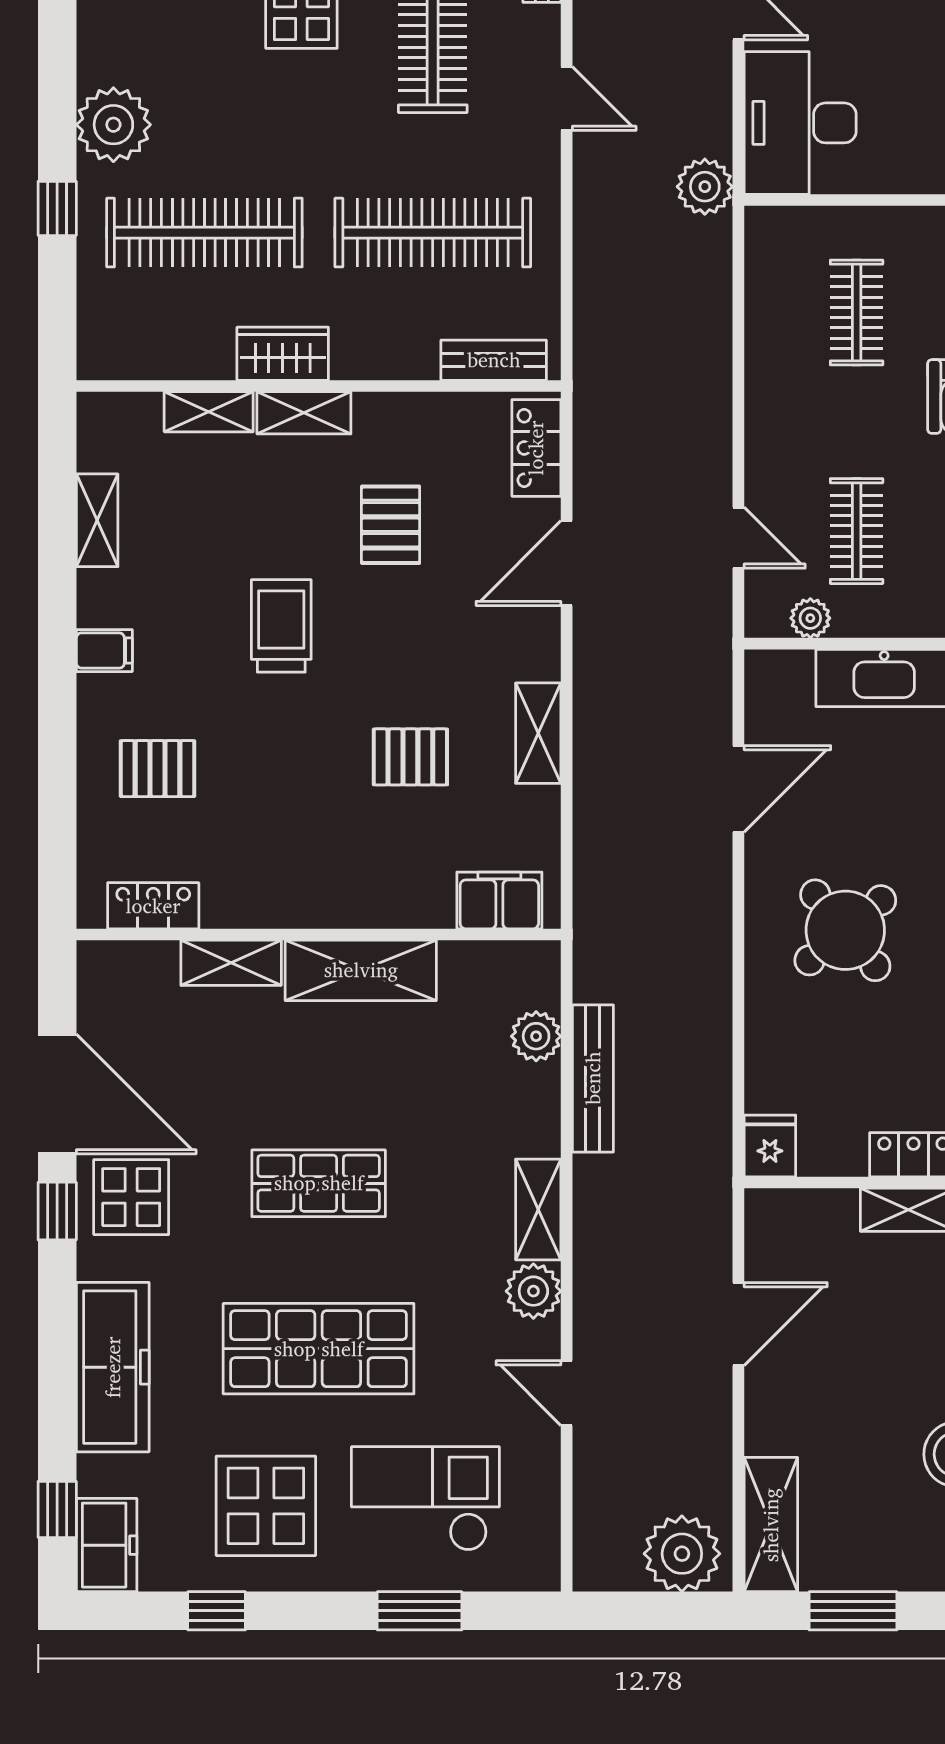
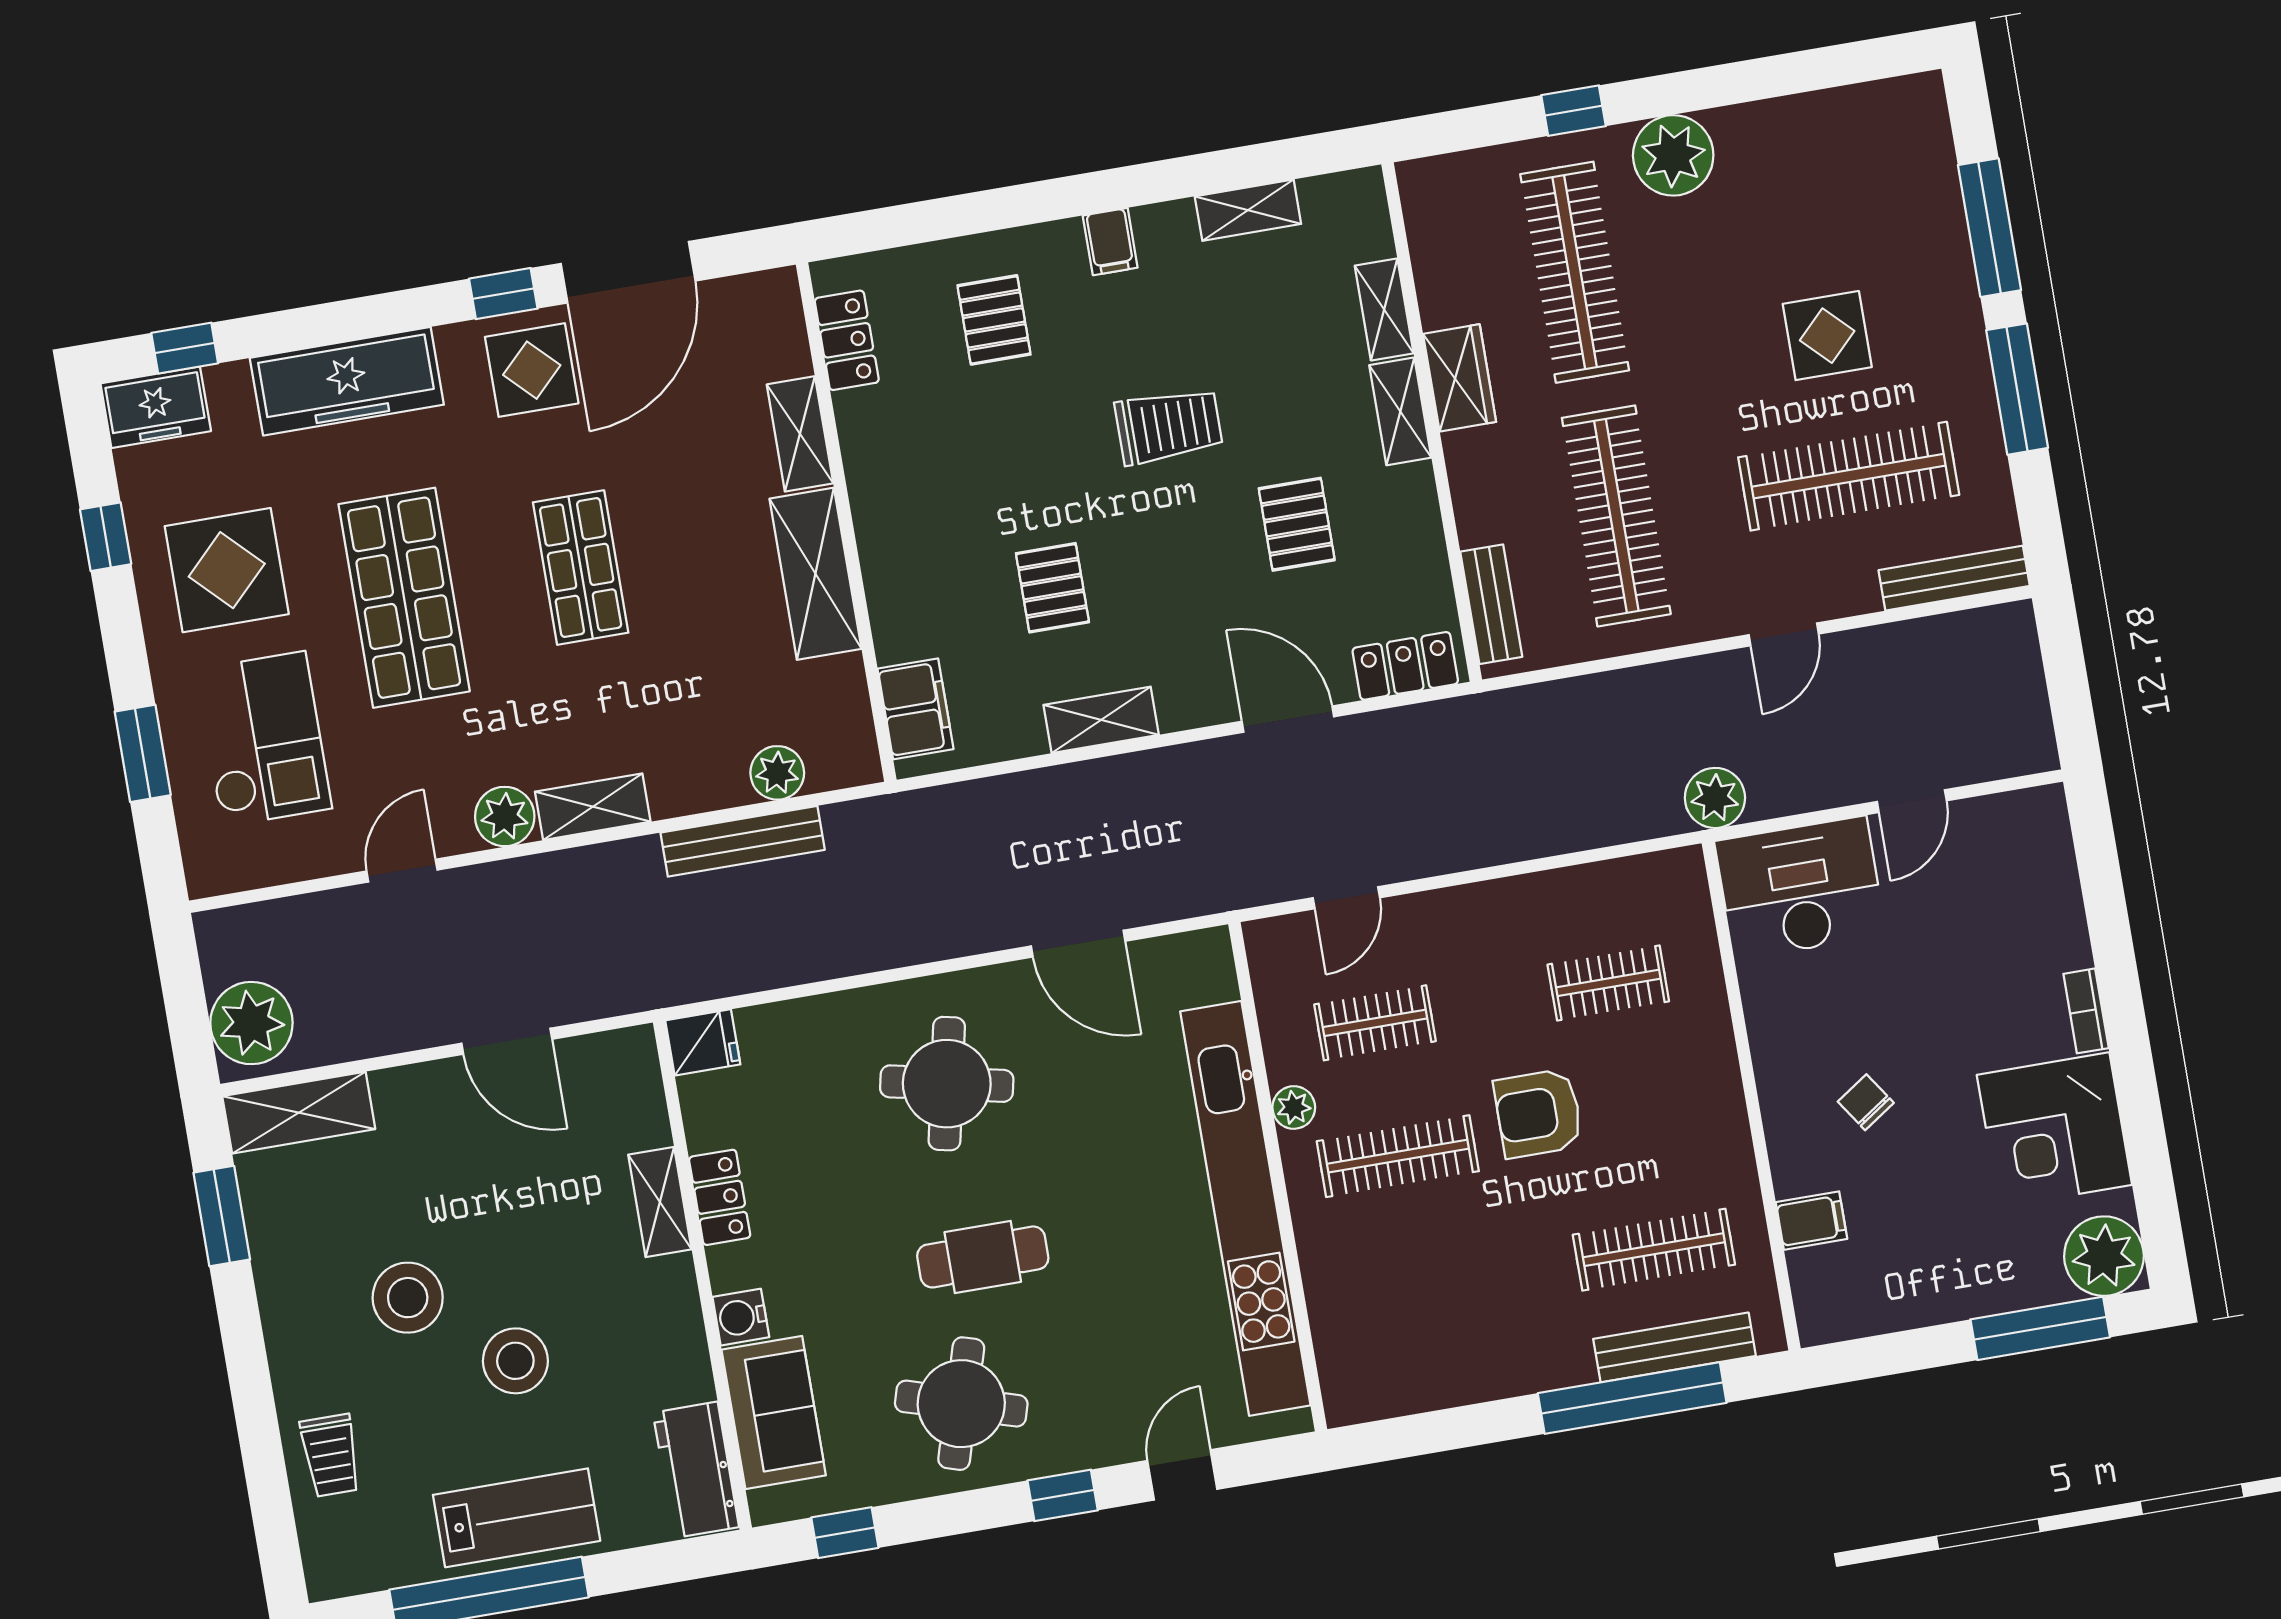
pallet: (391, 525) -> (1297, 524), turned 90
plant: (810, 618) -> (1294, 1107), moved
round table: (845, 930) -> (947, 1084), turned -38

